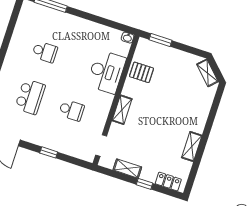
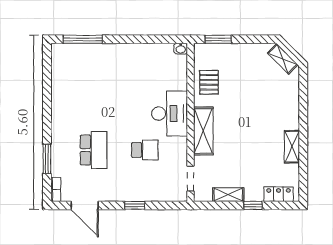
school desk: (45, 52) -> (94, 95), removed
desk: (106, 72) -> (170, 114), moved
pallet: (142, 72) -> (209, 82), turned 90
shelving: (122, 110) -> (203, 131), width x1.50, depth x1.33

